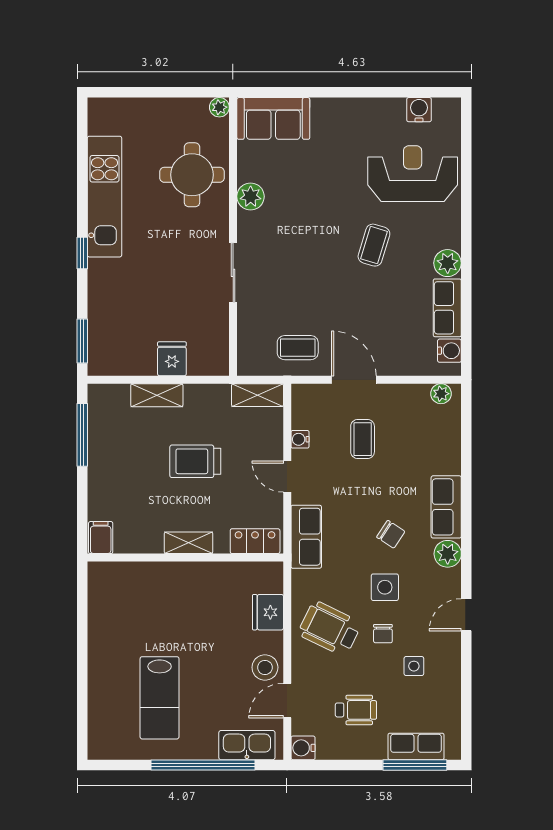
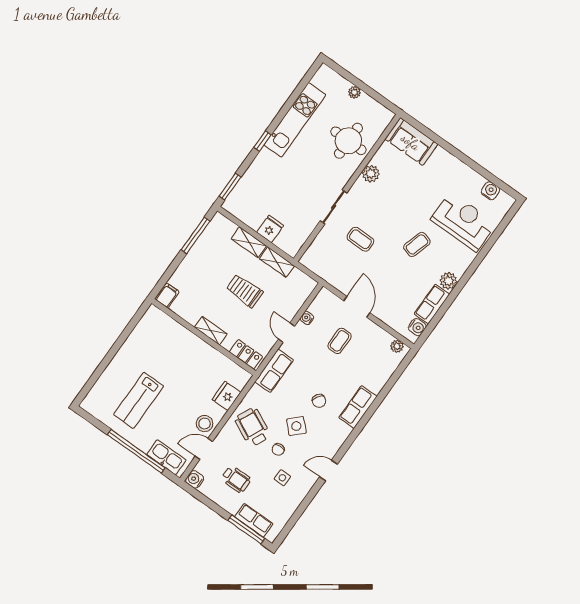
plant: (219, 107) -> (354, 92), moved
coffee table: (298, 348) -> (360, 239), moved
shelving: (258, 395) -> (277, 262), moved
plant: (448, 554) -> (341, 432), removed
side table: (385, 587) -> (296, 426), turned 45

